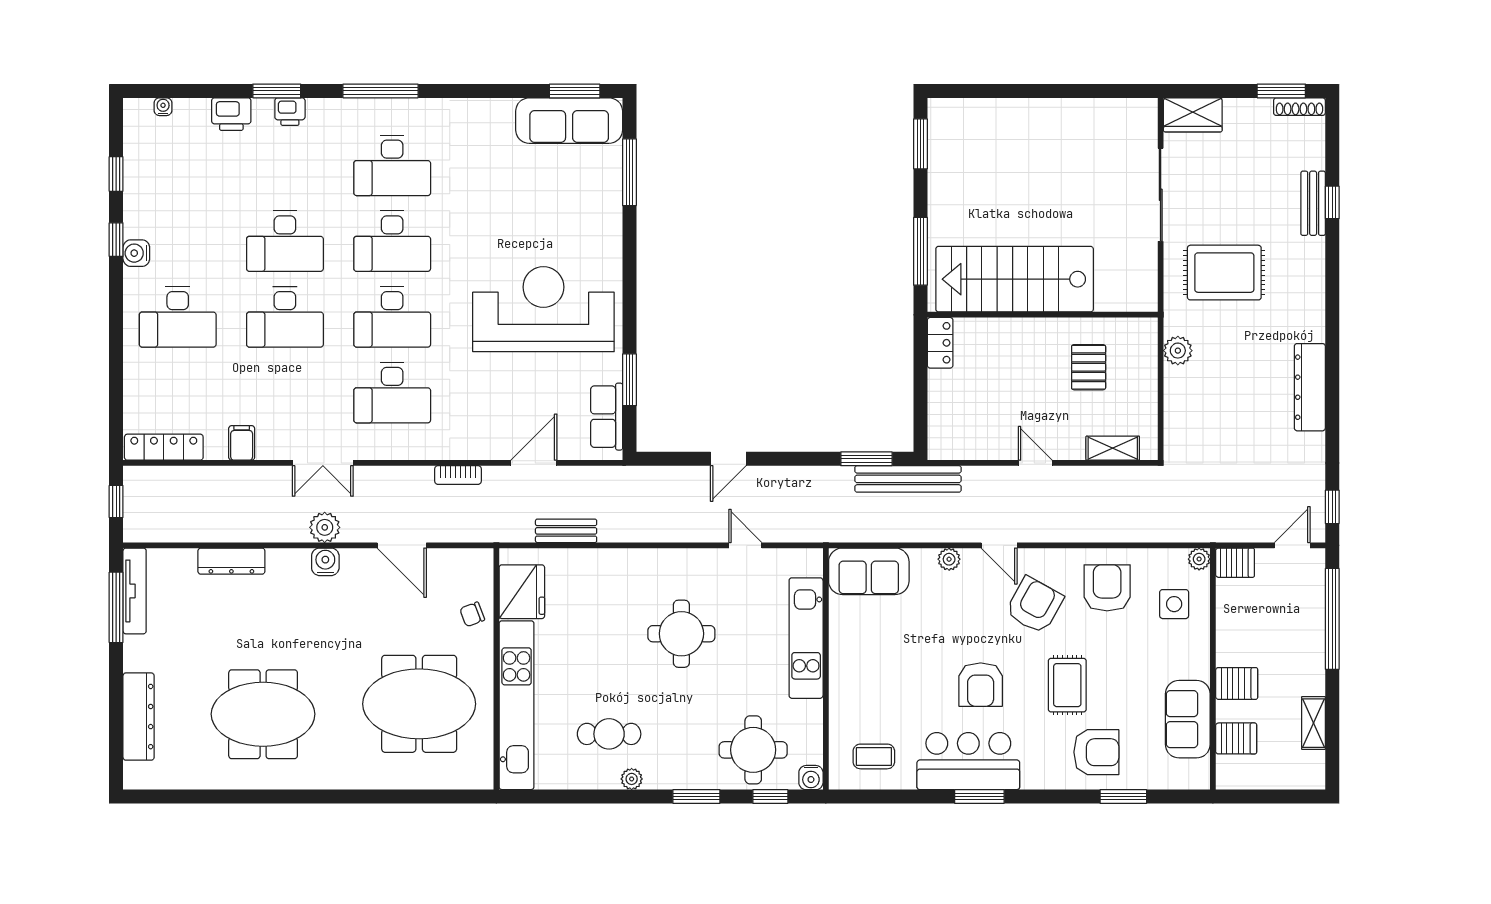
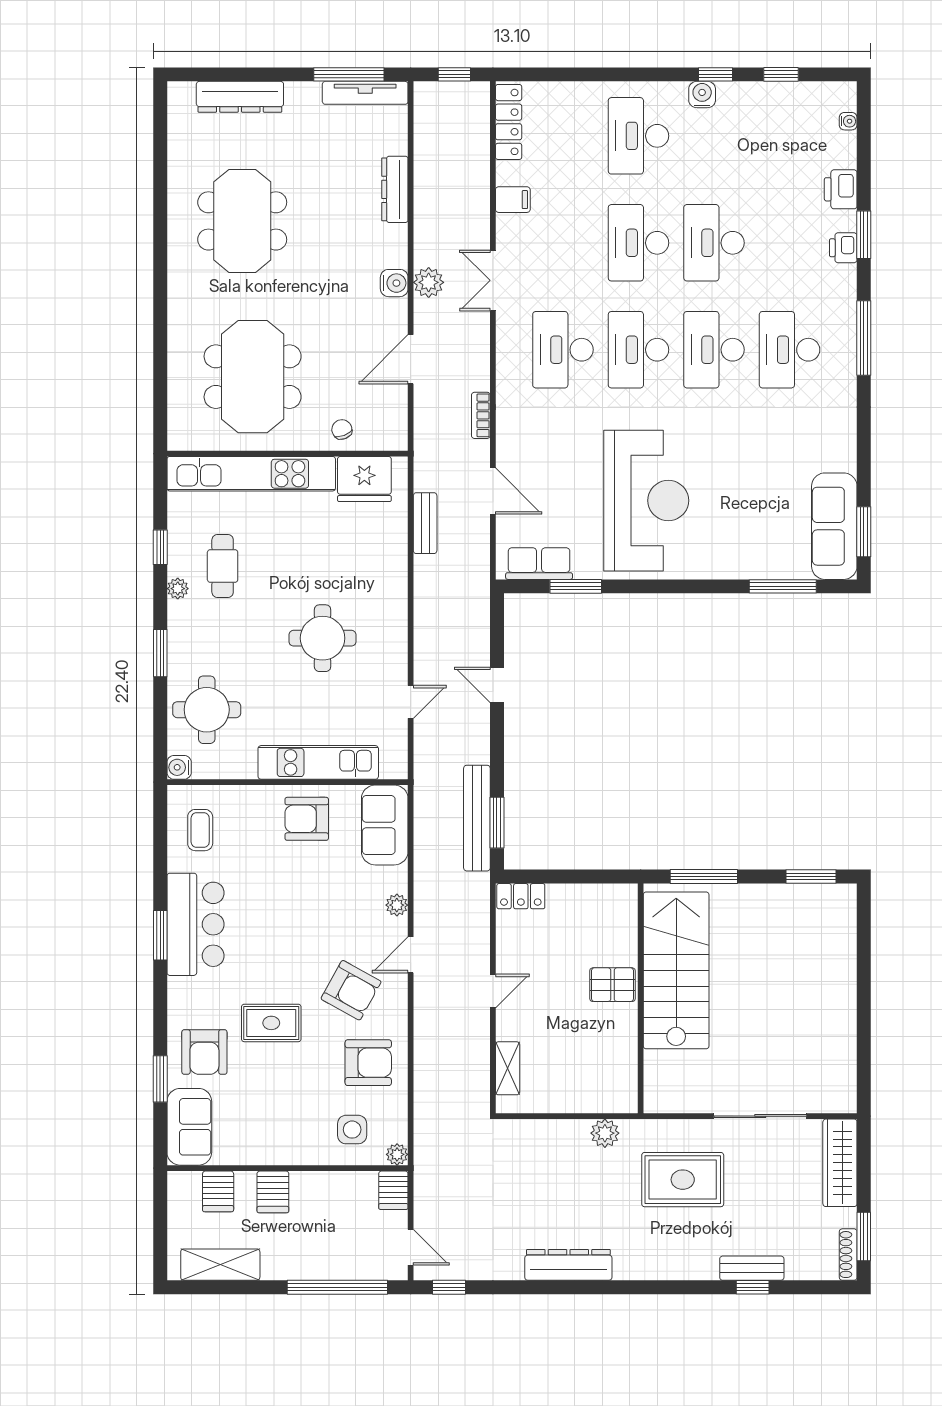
wardrobe: (1193, 115) -> (840, 1163), width x1.50
rug: (1224, 273) -> (683, 1180), turned 90
locker: (940, 343) -> (521, 896), moved
pallet: (1089, 367) -> (612, 985), moved
bench: (908, 479) -> (477, 818), moved
armchair: (981, 685) -> (307, 819), moved
sofa: (1188, 719) -> (189, 1127), moved, turned 90
shelving: (1314, 723) -> (220, 1265), width x1.50, depth x1.33
window: (770, 797) -> (160, 547), moved

